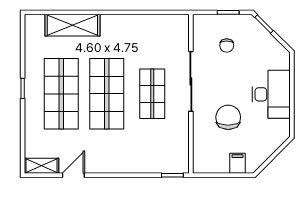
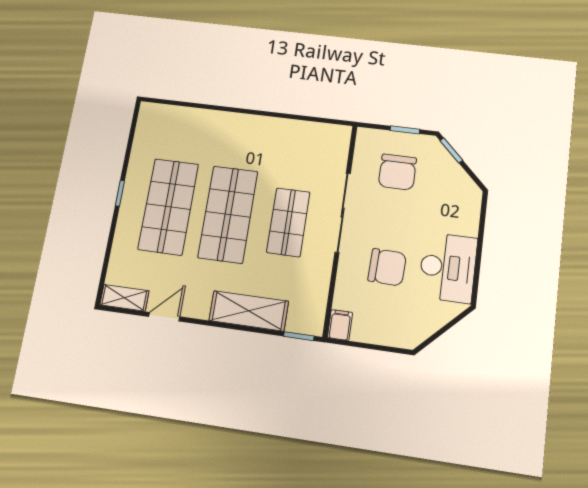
shelving: (72, 25) -> (249, 311), moved
chair: (227, 46) -> (397, 172), width x1.87, depth x1.87
desk: (271, 94) -> (448, 267), moved
chair: (228, 117) -> (387, 267), turned 92
filing cabinet: (237, 163) -> (340, 325), moved

